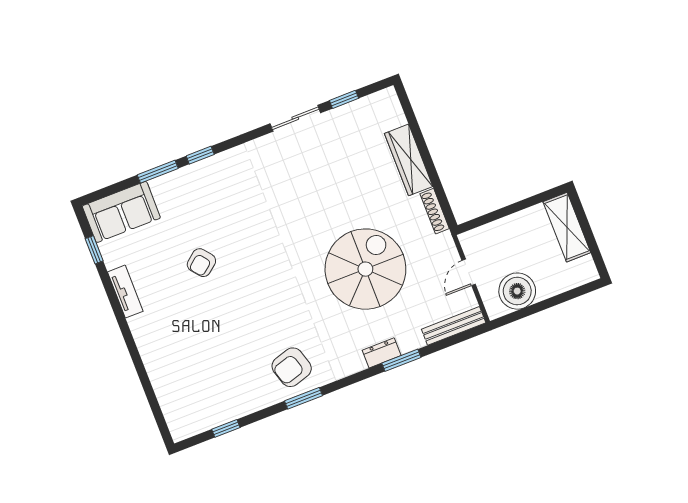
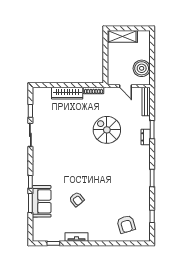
sofa: (121, 212) -> (42, 201), moved
spiral stairs: (365, 269) -> (107, 130), width x0.73, depth x0.73
armchair: (292, 367) -> (126, 224), moved

